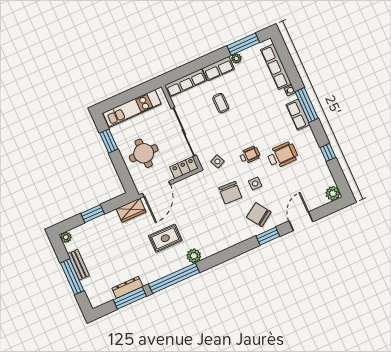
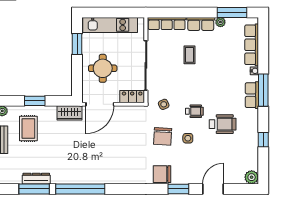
chair: (259, 215) -> (162, 174), moved, turned -56
rug: (165, 238) -> (28, 129), moved, turned 90
plant: (194, 256) -> (106, 177), removed

